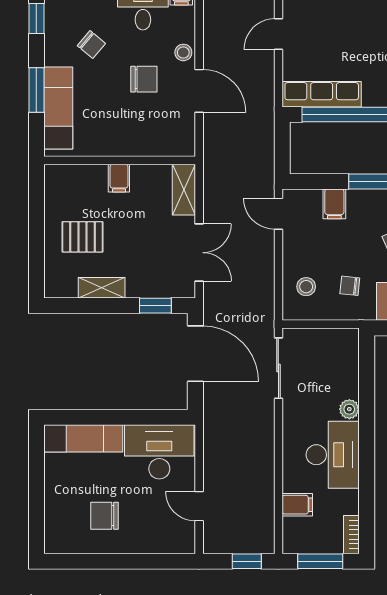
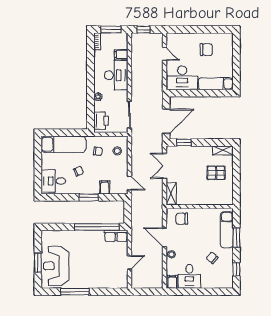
chair: (144, 79) -> (182, 219), moved
row of seats: (322, 94) -> (116, 236), width x0.68
filing cabinet: (119, 178) -> (200, 199), removed
shelving: (102, 288) -> (223, 150), moved
door: (195, 354) -> (166, 121), swing flipped
printer: (343, 355) -> (101, 121), added
desk: (333, 455) -> (116, 75), moved, turned 180

